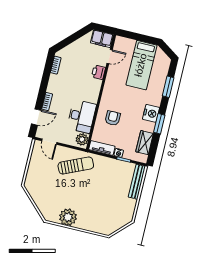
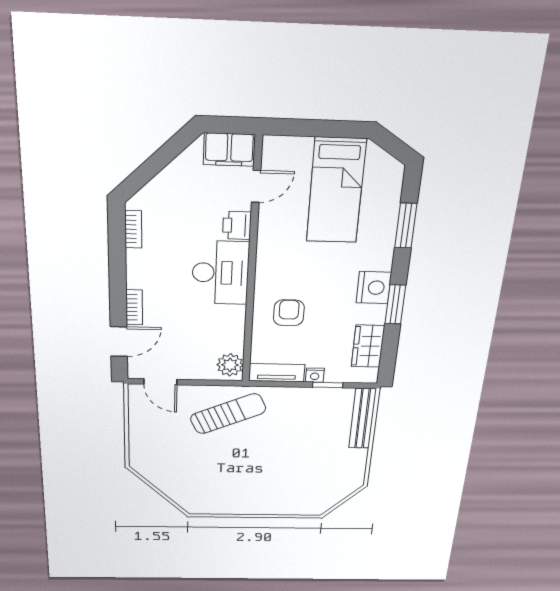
desk: (81, 116) -> (220, 273), moved
plant: (68, 217) -> (233, 501), removed

